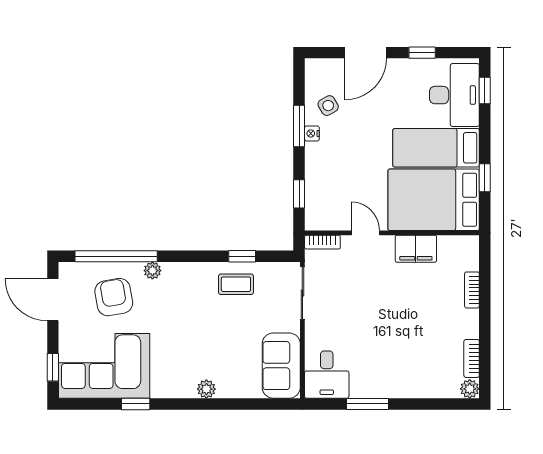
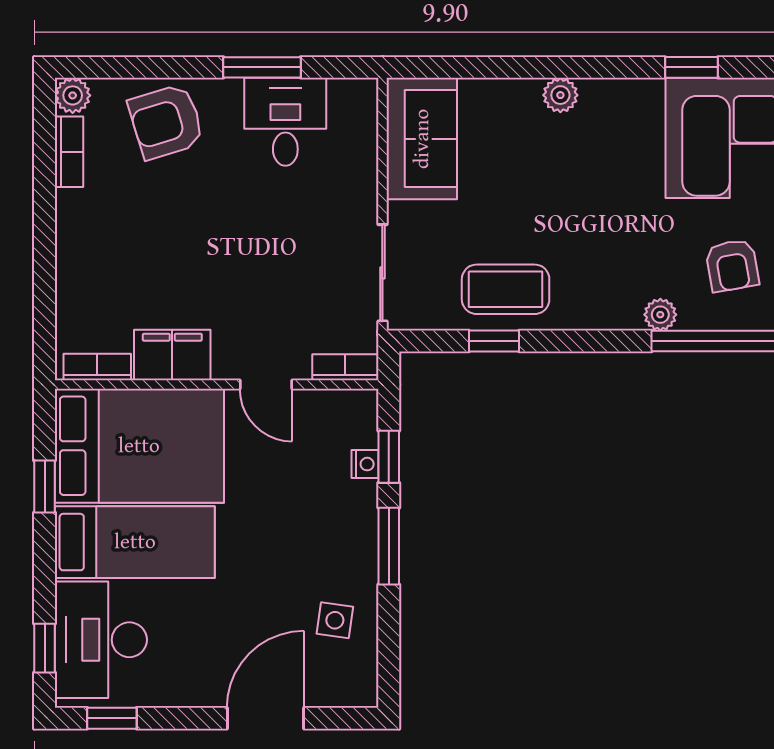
window: (422, 53) -> (112, 718), moved
side table: (328, 106) -> (335, 620), turned 38
window: (299, 126) -> (389, 546), moved
nightstand: (312, 133) -> (365, 464), moved
coffee table: (236, 284) -> (506, 289), width x1.36, depth x1.30
bookcase: (472, 290) -> (97, 367), moved, turned -90
armchair: (114, 297) -> (732, 265), width x0.72, depth x0.72
desk: (327, 375) -> (285, 122), moved
armchair: (419, 375) -> (166, 122), added

